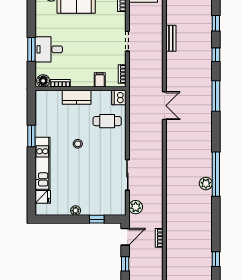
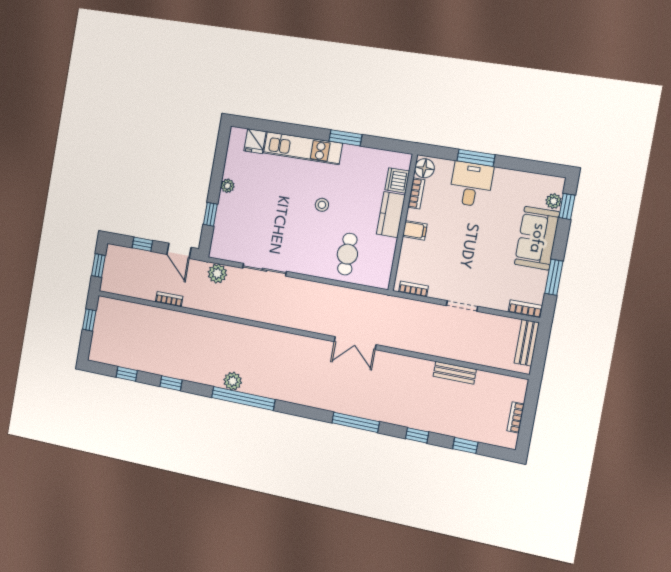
filing cabinet: (100, 80) -> (415, 230), moved
dishwasher: (119, 98) -> (397, 180), moved, turned -90
window: (216, 226) -> (171, 383), added

